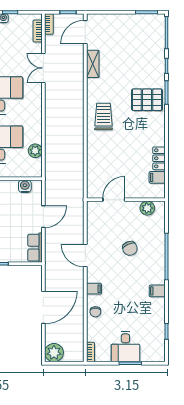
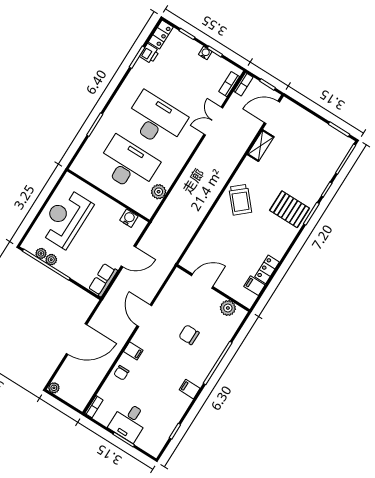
trolley: (103, 117) -> (240, 200), turned 139
chair: (130, 248) -> (189, 335), turned 114
plant: (54, 353) -> (54, 388), width x0.53, depth x0.53

